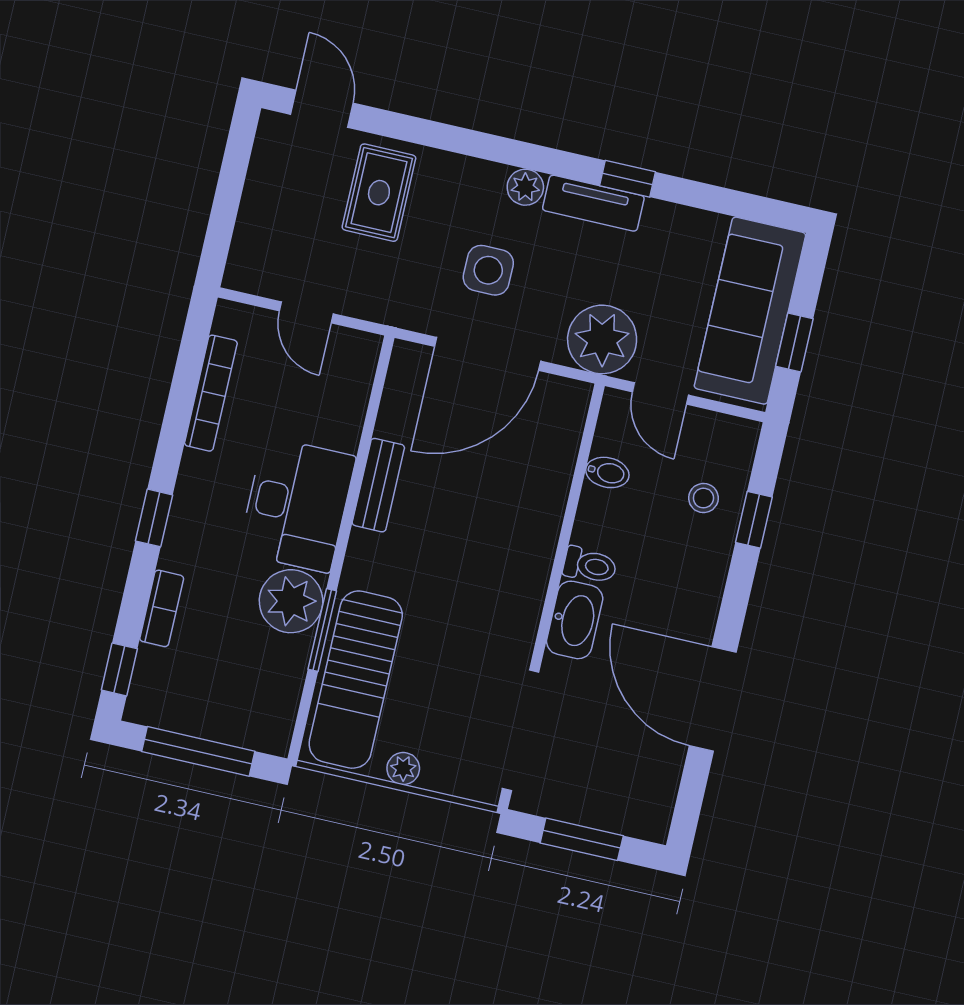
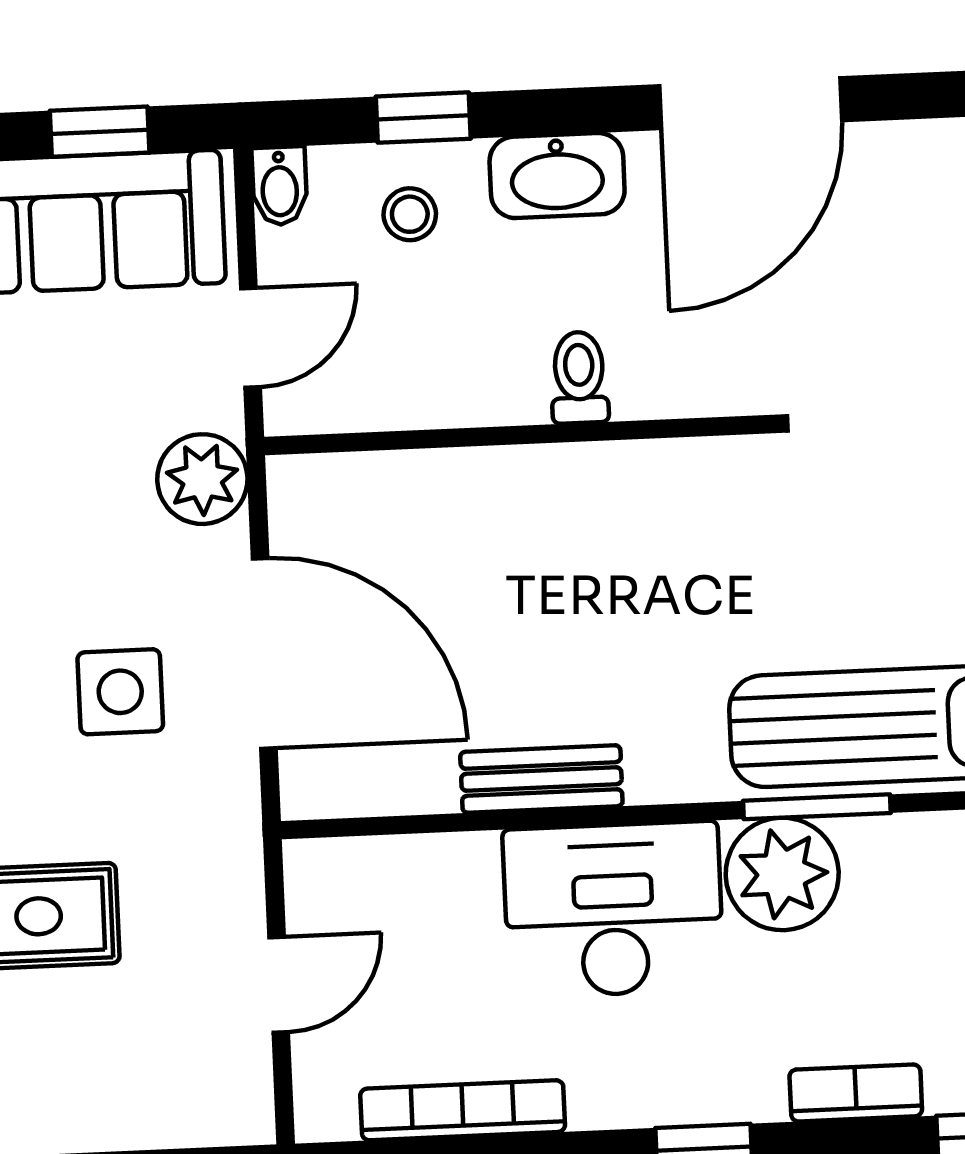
plant: (602, 339) -> (202, 479), width x0.73, depth x0.73
bidet: (607, 472) -> (280, 186), moved, turned 180
washbasin: (575, 620) -> (557, 176), moved, turned 180

